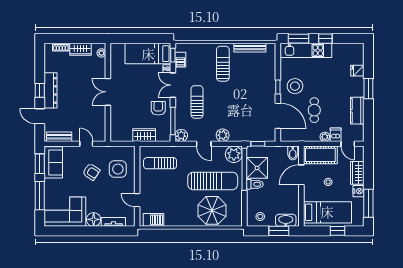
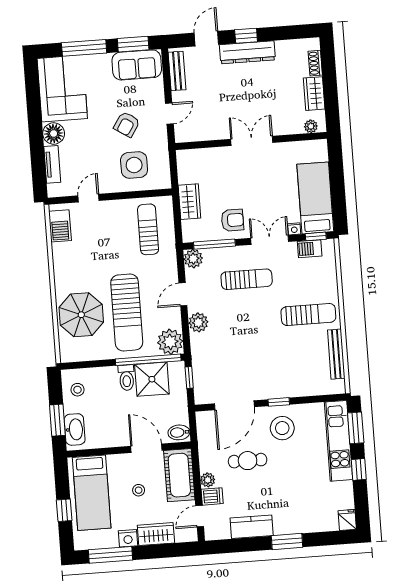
fridge: (357, 71) -> (347, 520), moved

